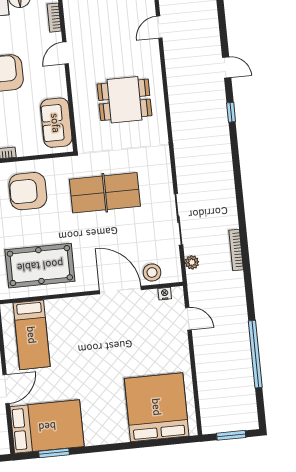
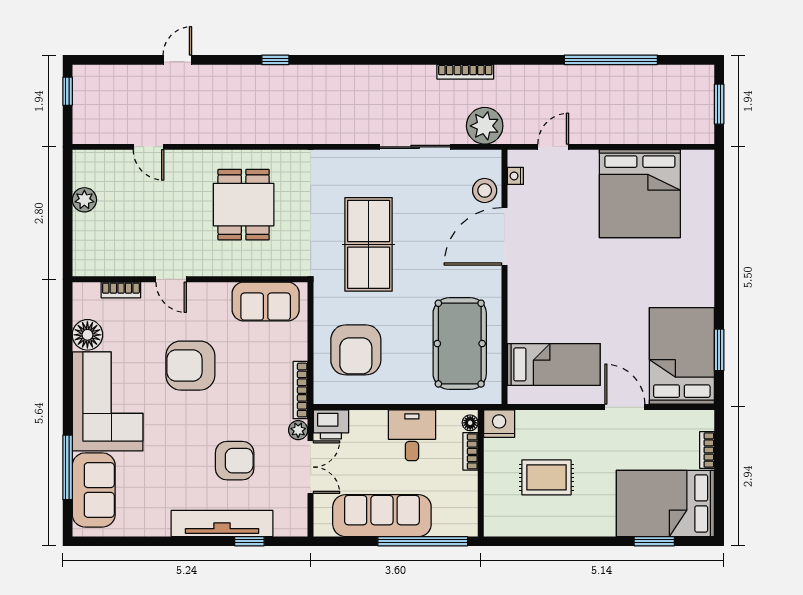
door: (227, 67) -> (177, 60), moved
plant: (192, 262) -> (485, 126), width x1.88, depth x1.88
bed: (157, 407) -> (640, 194), moved, turned -90

